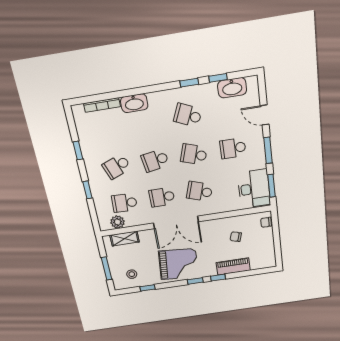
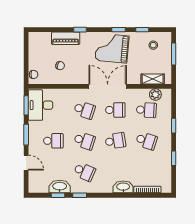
washbasin: (232, 88) -> (60, 187), moved
school desk: (117, 167) -> (146, 141), turned 39
window: (195, 281) -> (118, 30), moved

